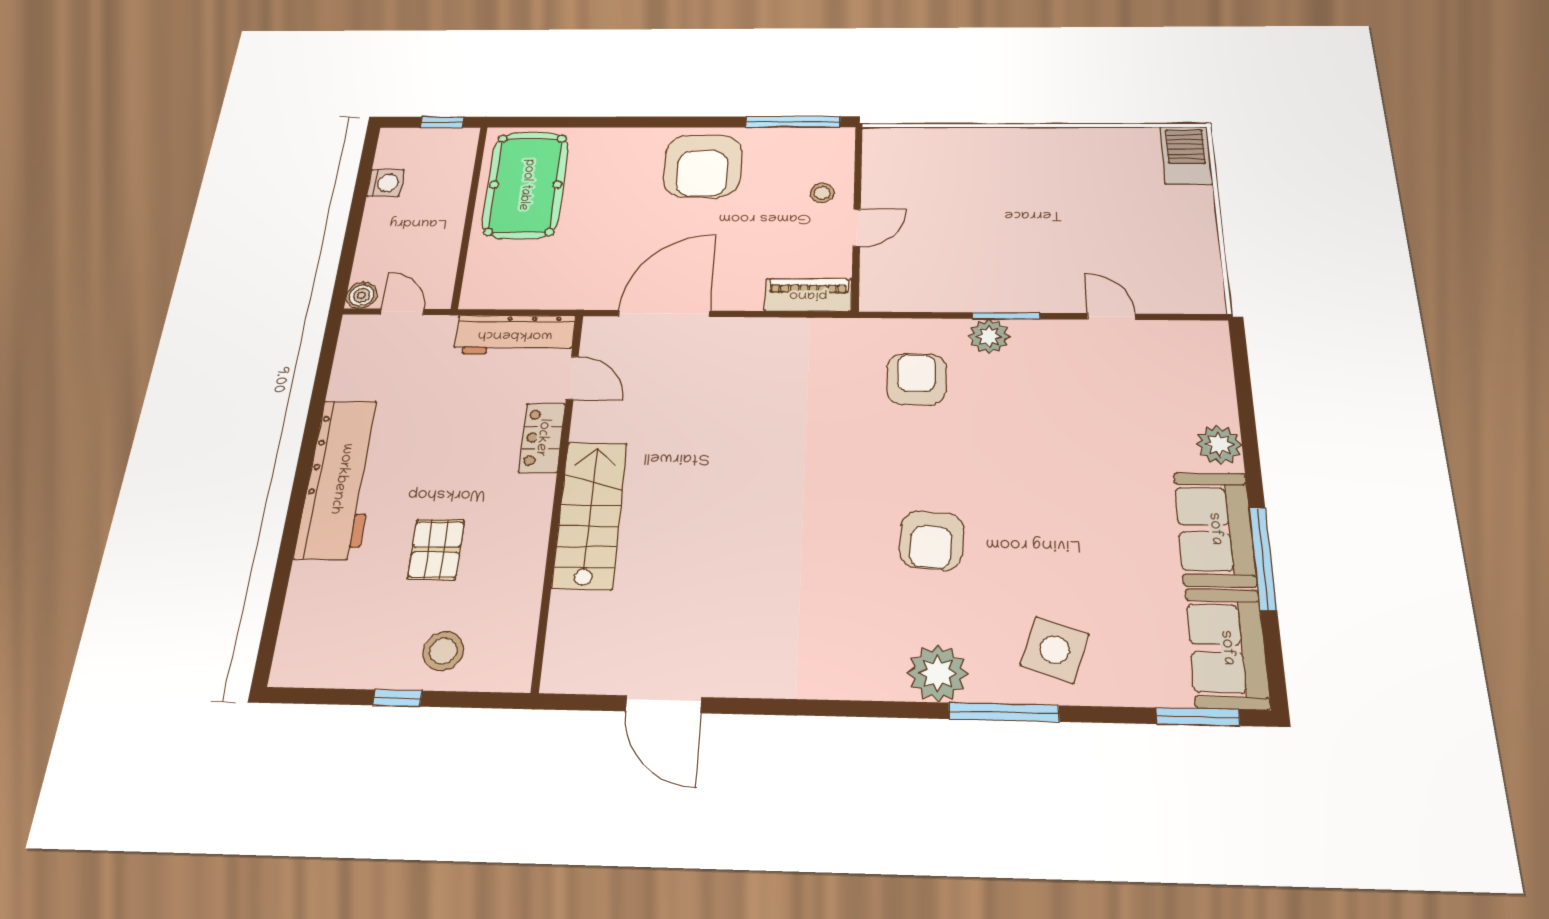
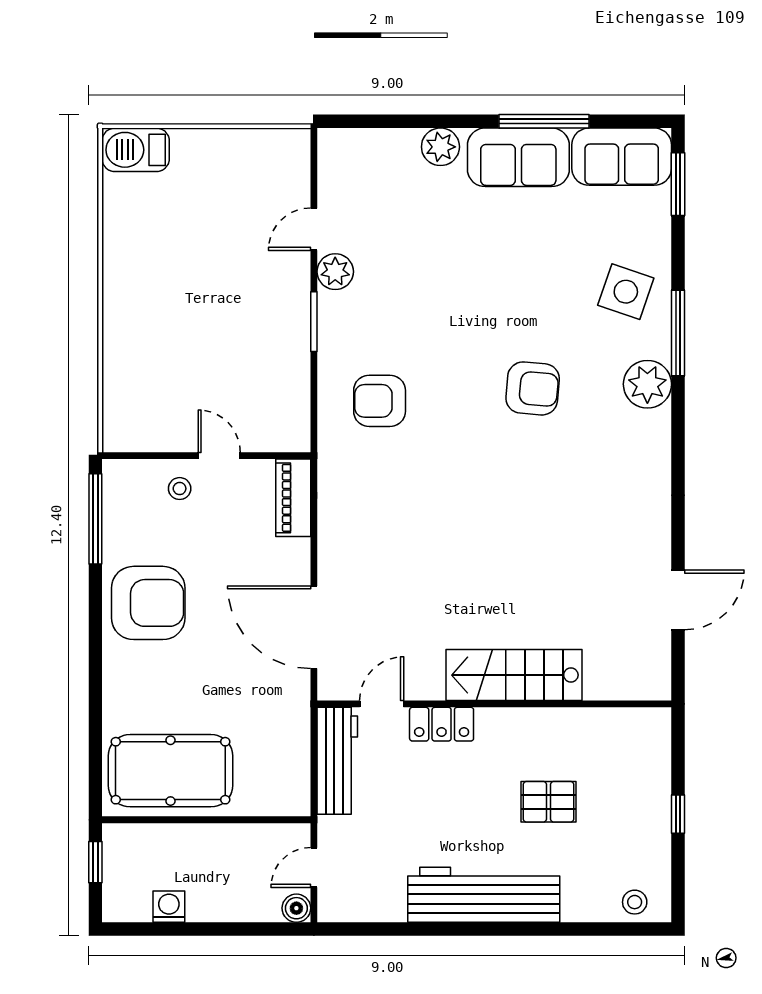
plant: (989, 336) -> (335, 272), moved
stool: (443, 651) -> (635, 902), moved, width x0.73, depth x0.73

